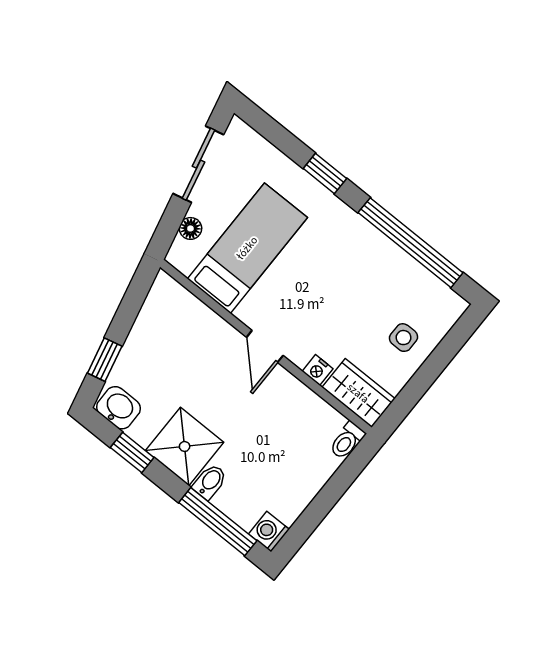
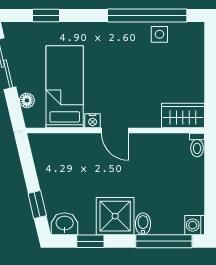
window: (325, 174) -> (46, 16), moved
side table: (404, 338) -> (159, 34), moved
nightstand: (318, 370) -> (93, 121), moved

